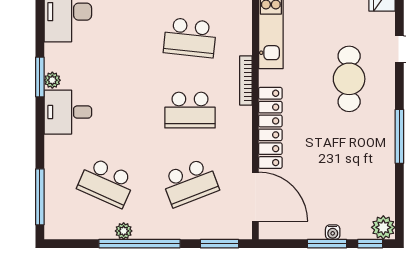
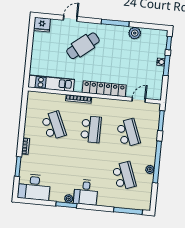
school desk: (190, 38) -> (54, 126), turned -30
cafe table: (349, 79) -> (83, 46), turned -39
school desk: (106, 183) -> (124, 176), turned -45
door: (255, 197) -> (139, 100), width x0.53
plant: (383, 227) -> (135, 33), moved

